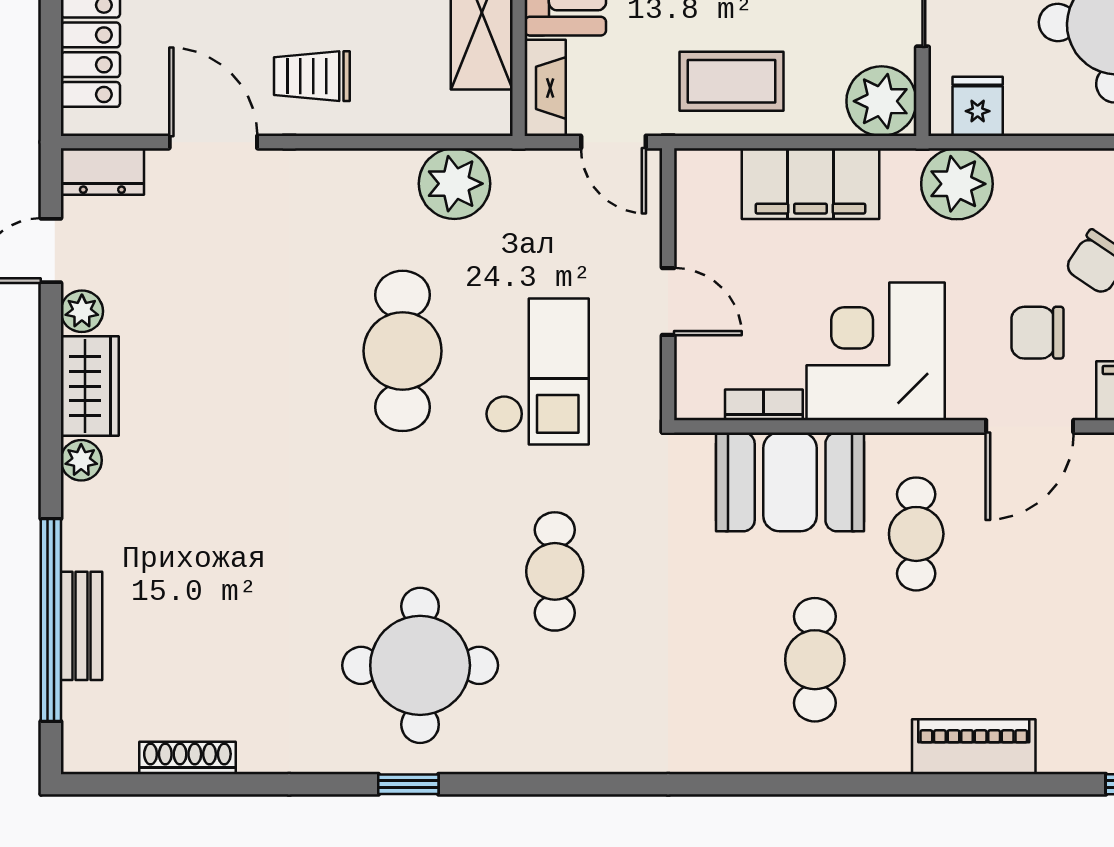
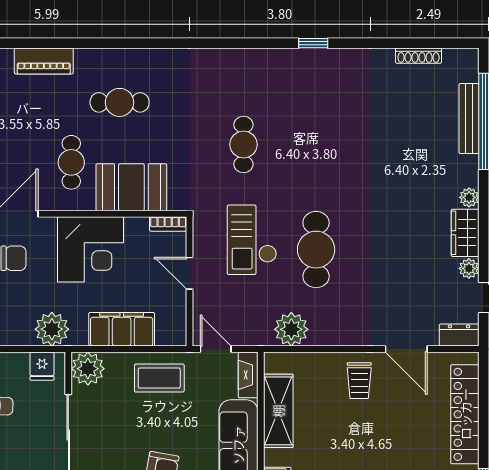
trolley: (312, 76) -> (359, 381), turned 90
bookcase: (764, 405) -> (168, 224), moved
bench: (82, 626) -> (469, 119), width x1.36
cafe table: (815, 660) -> (120, 102), turned 90
round table: (420, 665) -> (308, 100), removed

